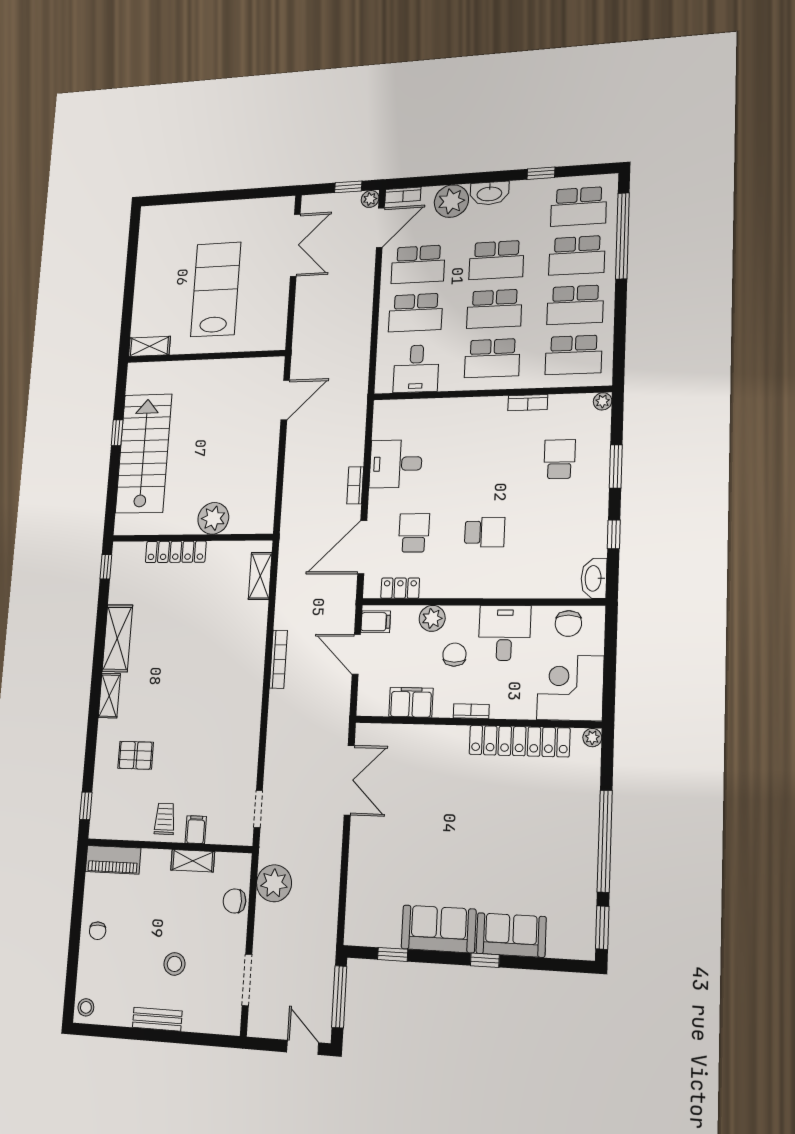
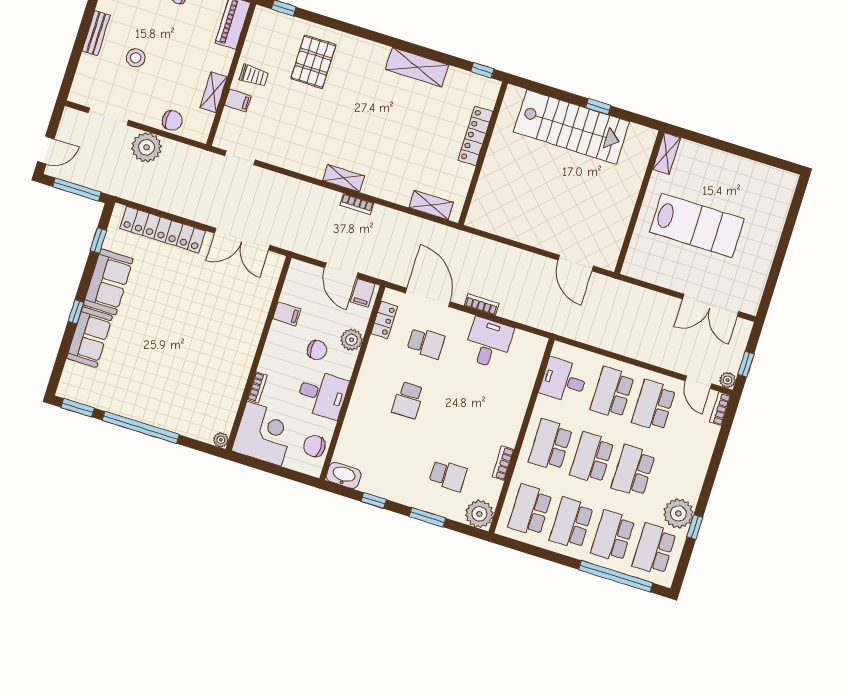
washbasin: (489, 193) -> (694, 481), removed
plant: (451, 201) -> (678, 513), moved
door: (380, 228) -> (698, 382), width x0.73
plant: (603, 401) -> (479, 514), width x1.88, depth x1.88
plant: (213, 518) -> (494, 176), removed
door: (356, 654) -> (341, 270), swing flipped
bookcase: (278, 659) -> (357, 204), width x0.64
shelving: (109, 696) -> (344, 178), moved
filing cabinet: (411, 702) -> (287, 314), width x0.50
bookcase: (471, 711) -> (257, 387), moved
locker: (519, 741) -> (163, 230), moved, turned -90
pallet: (136, 755) -> (313, 62), width x1.50, depth x1.42
plant: (274, 883) -> (147, 147), moved
chair: (234, 901) -> (172, 120), turned 90

